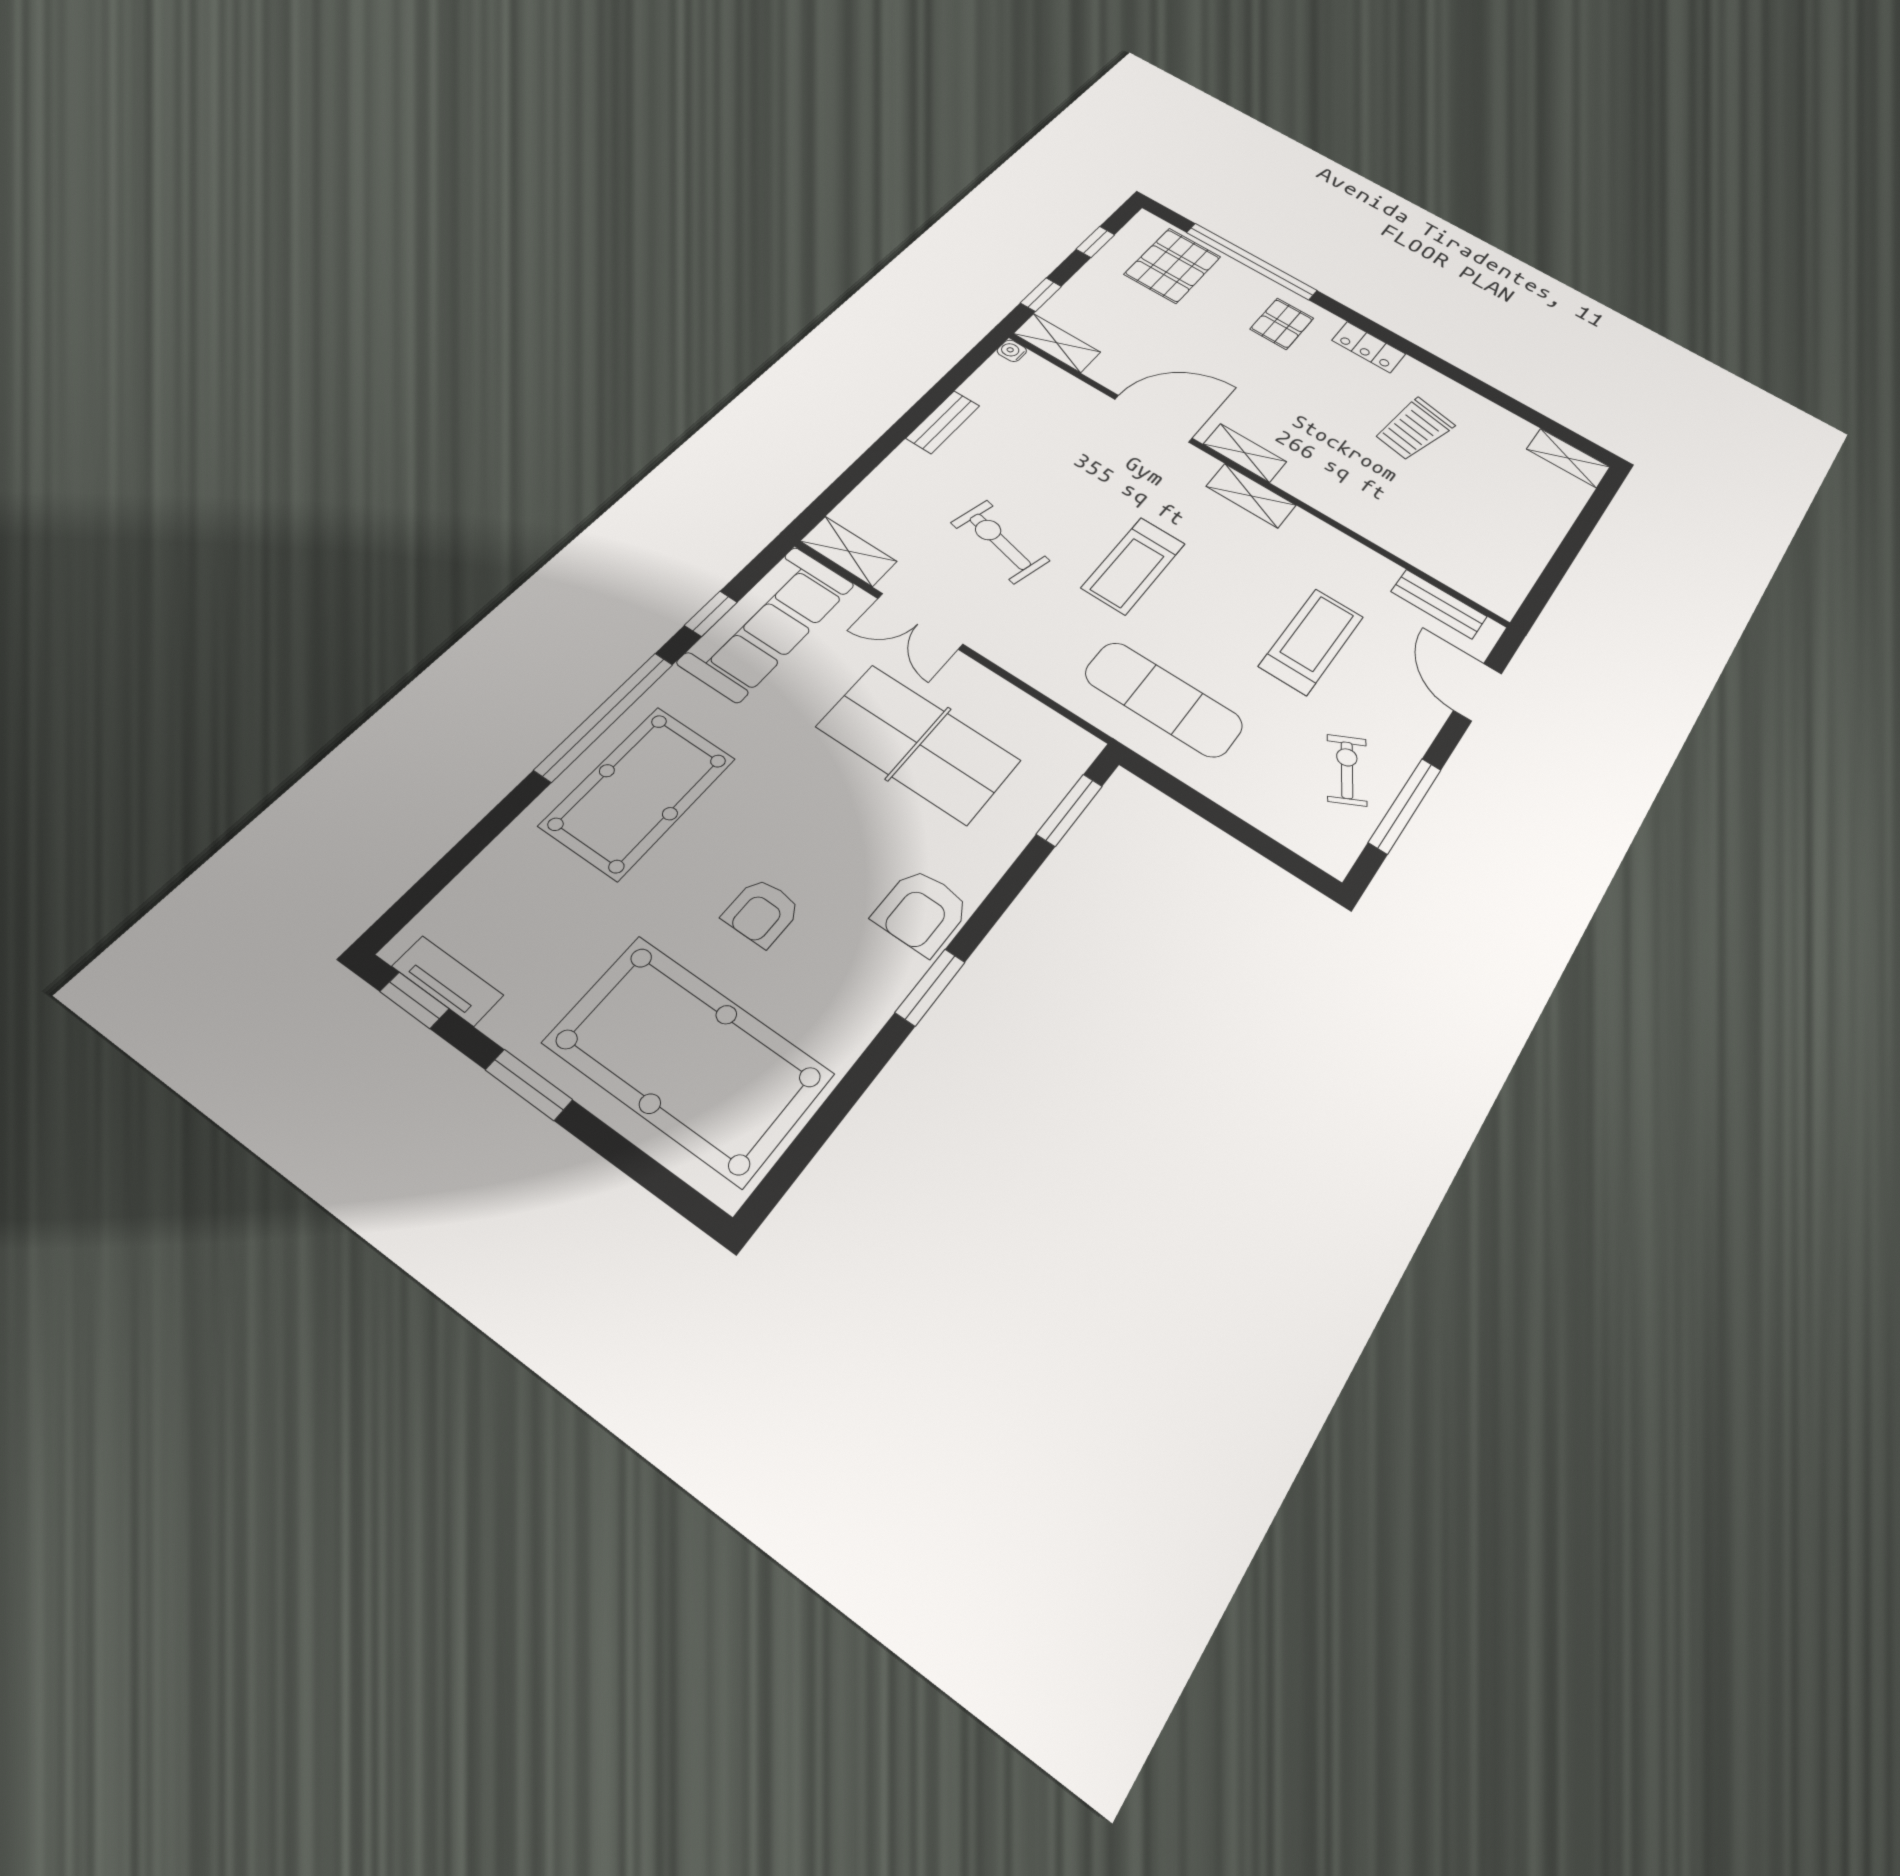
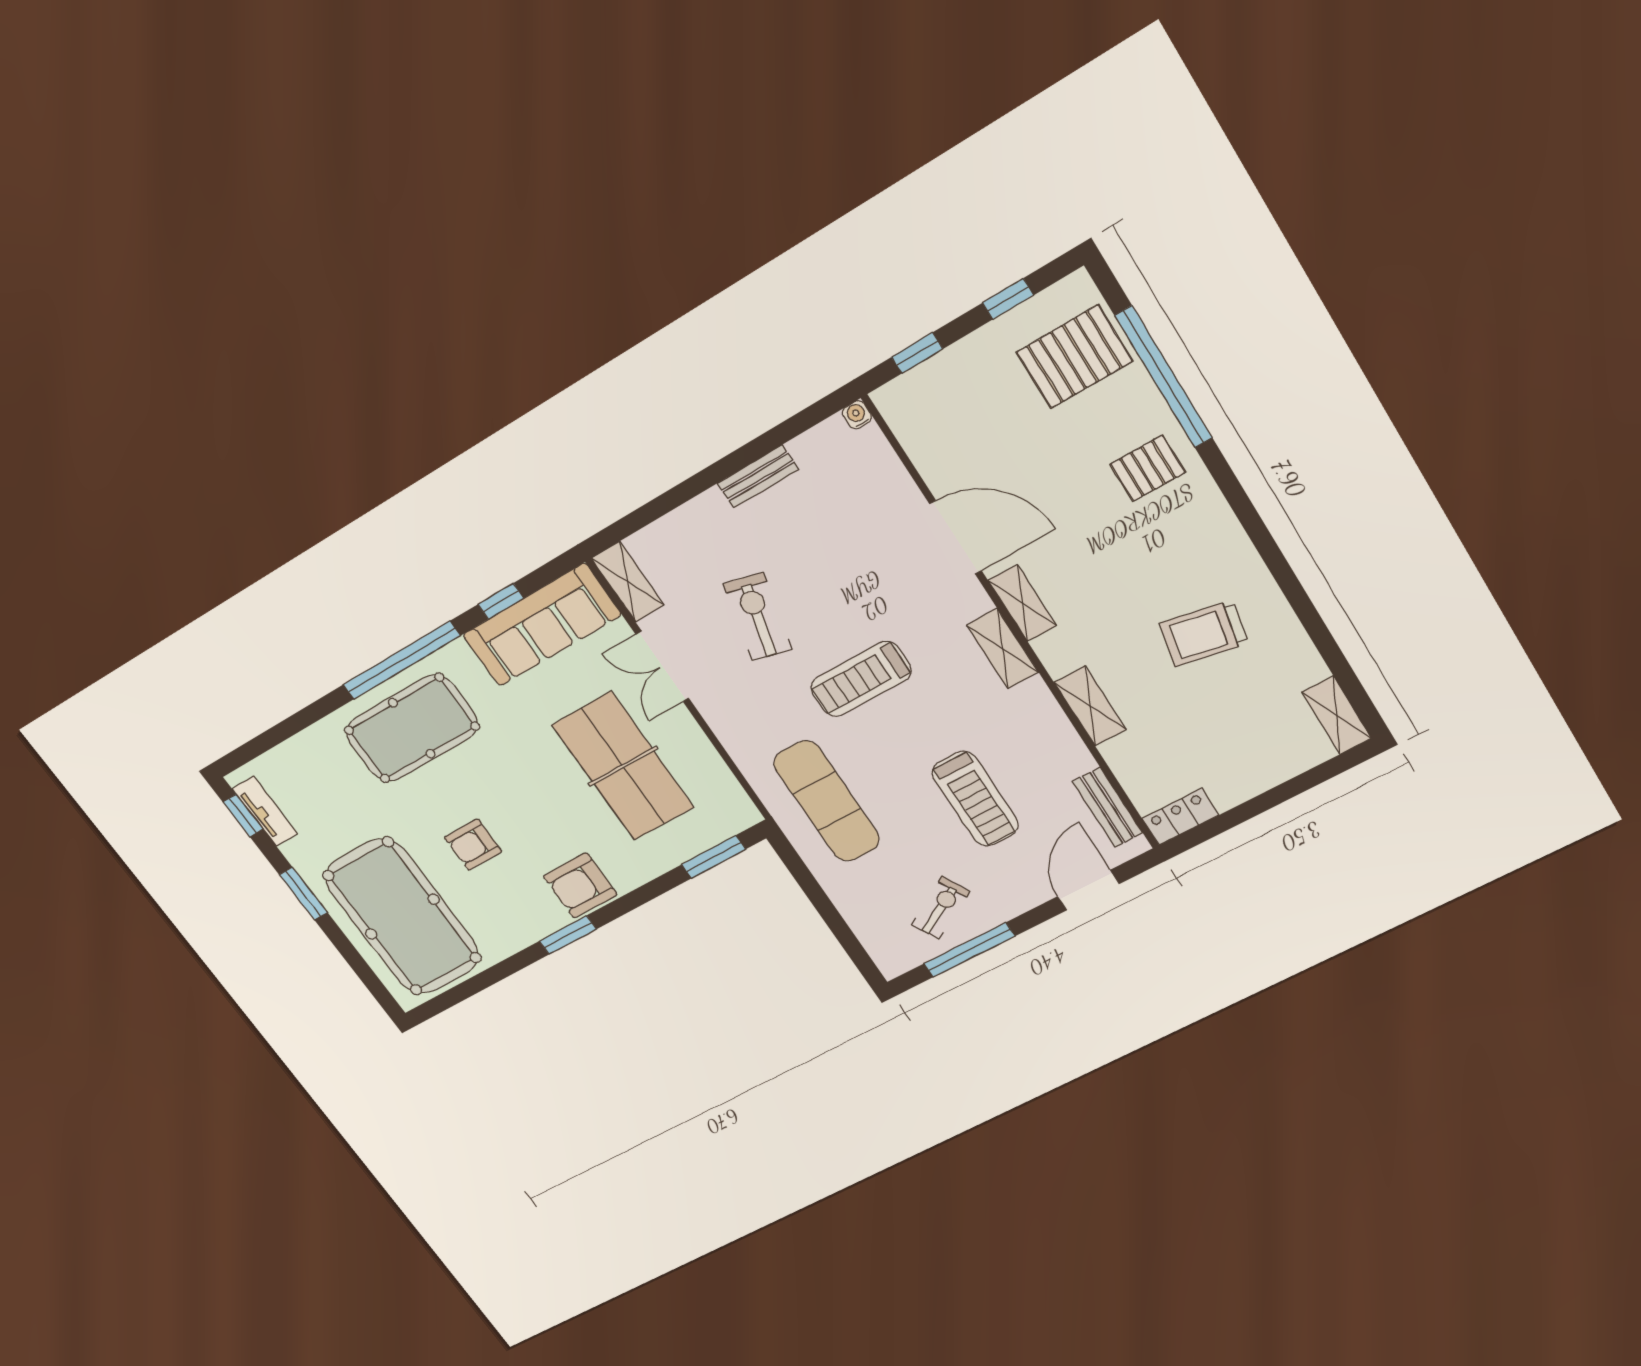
shelving: (1057, 343) -> (1090, 706), moved
locker: (1369, 347) -> (1180, 817), moved, turned 90
treadmill: (1311, 641) -> (975, 799), turned 90

